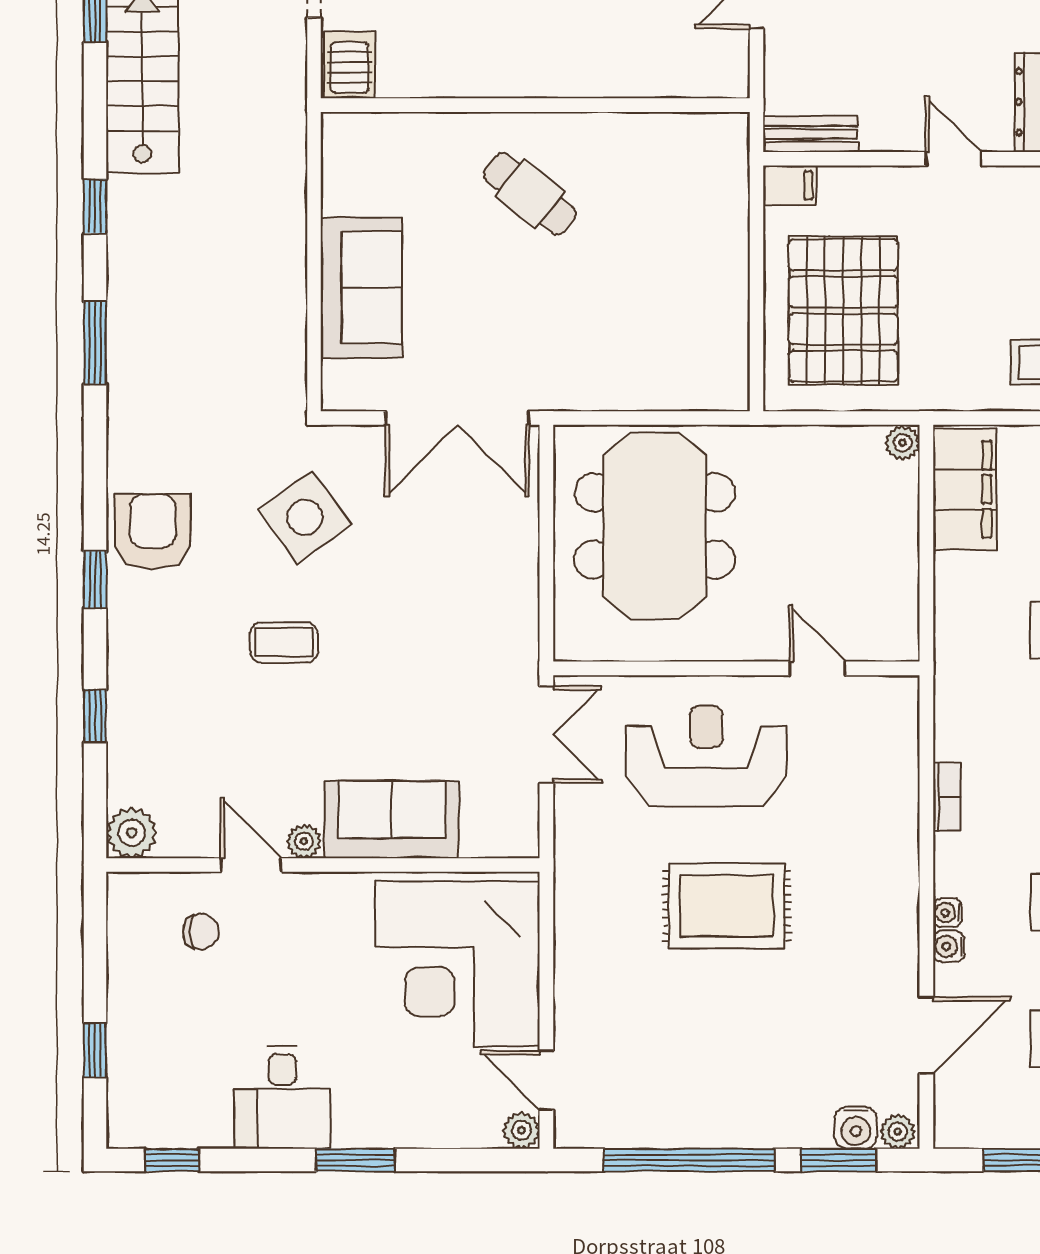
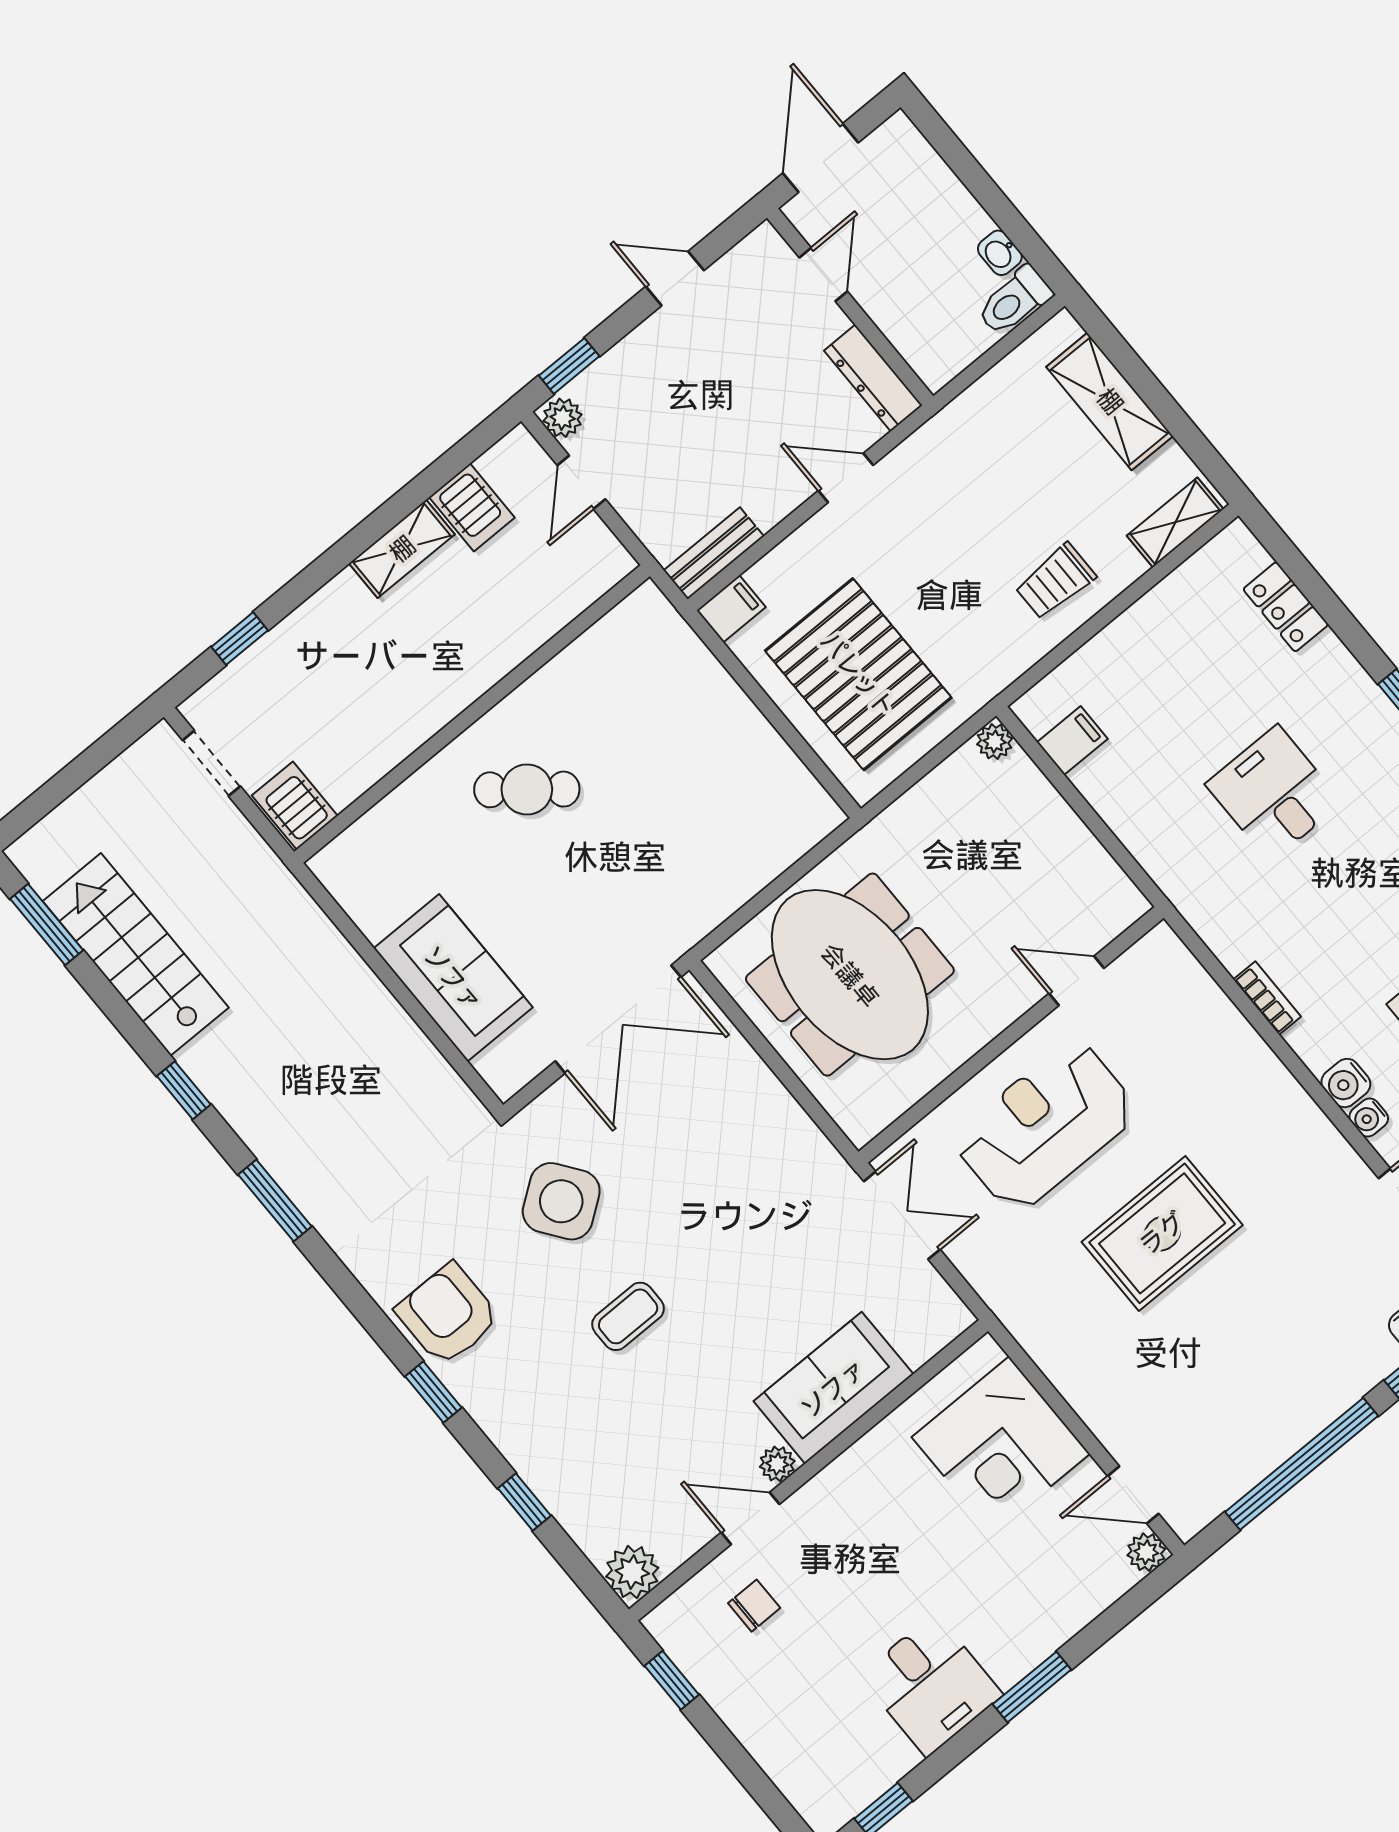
filing cabinet: (965, 489) -> (1072, 740), width x0.33, depth x0.86
water cooler: (947, 913) -> (1346, 1083), width x1.38, depth x1.38
corner desk: (457, 964) -> (1001, 1445), width x0.74, depth x0.74
window: (95, 1050) -> (672, 1680), moved

